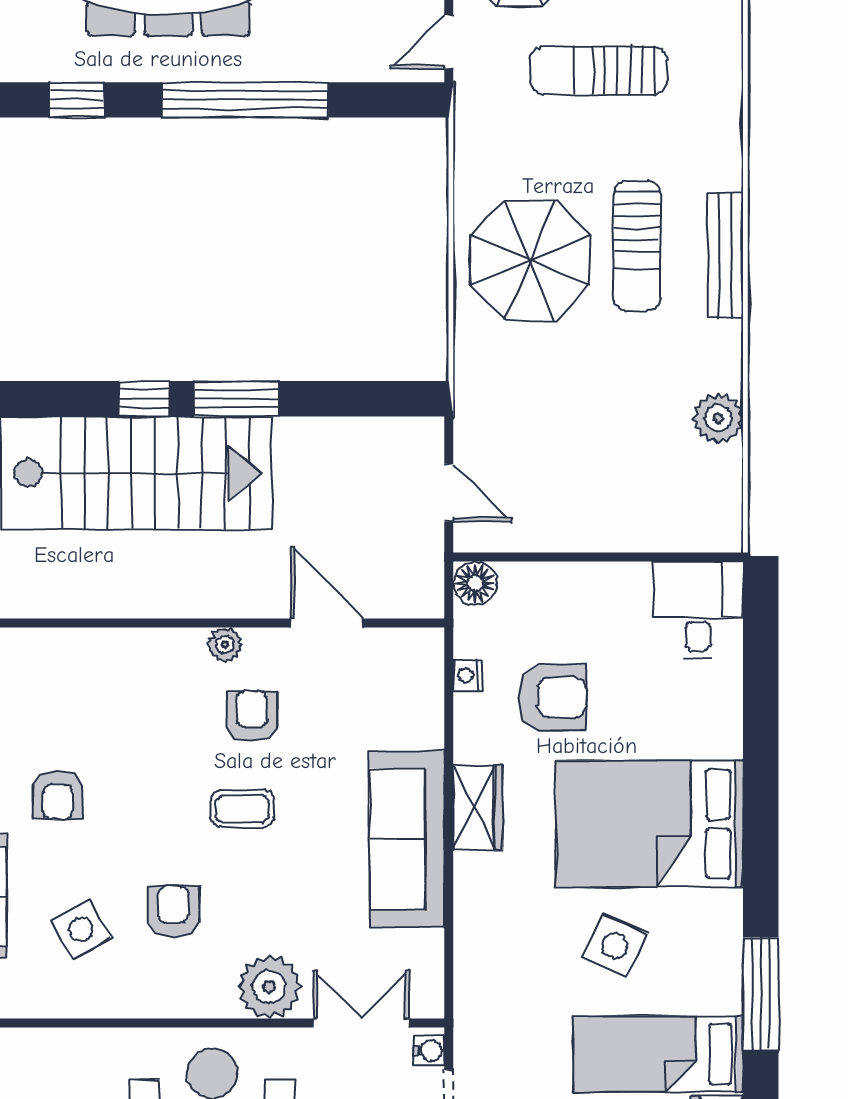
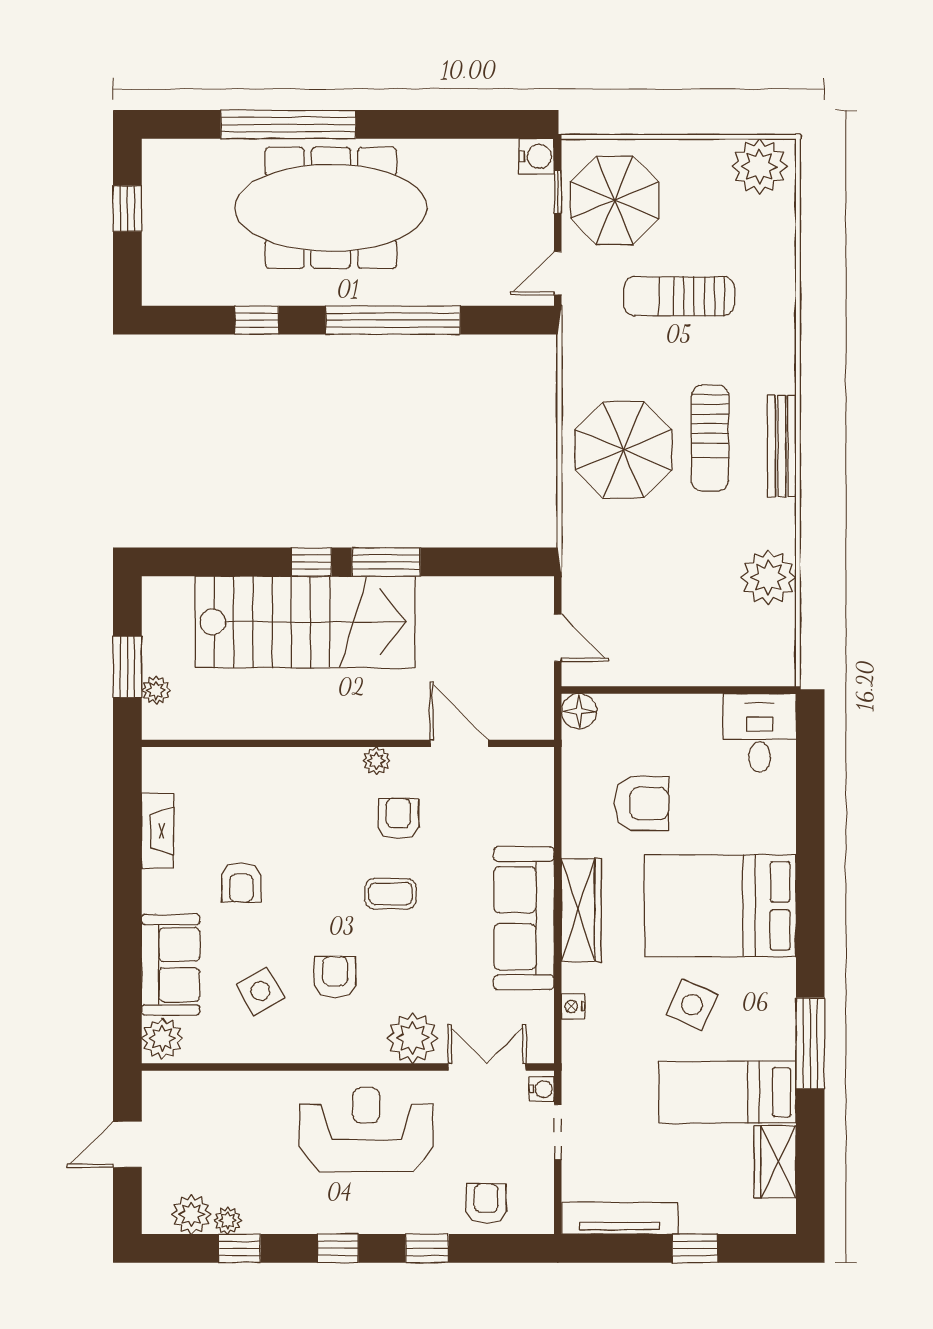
plant: (718, 418) -> (768, 577), width x1.36, depth x1.36
nightstand: (468, 675) -> (573, 1006), moved
wardrobe: (478, 808) -> (581, 910), width x1.50

